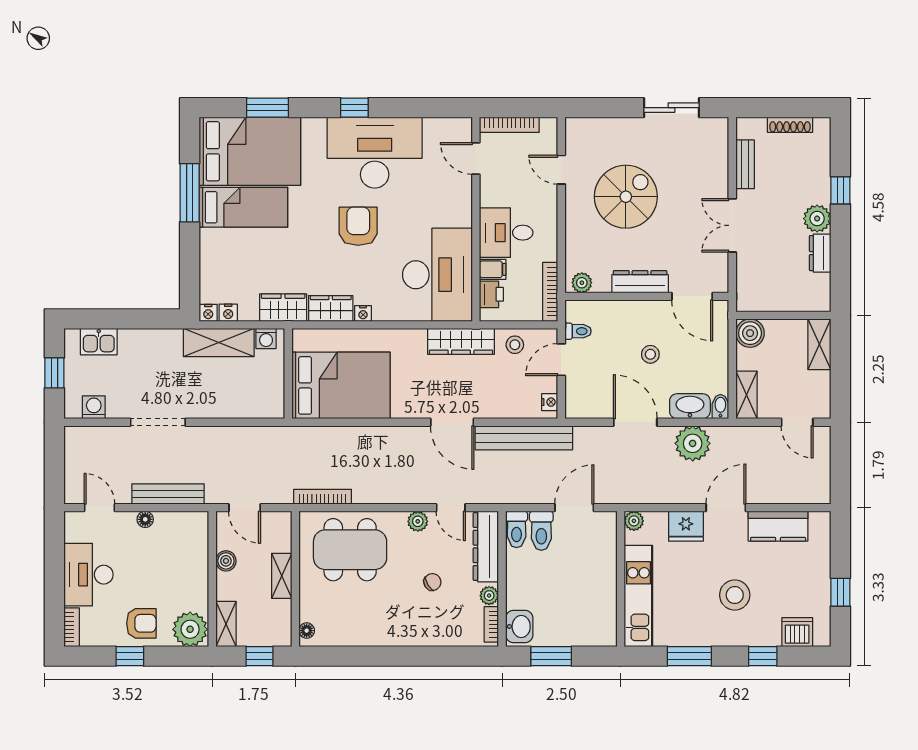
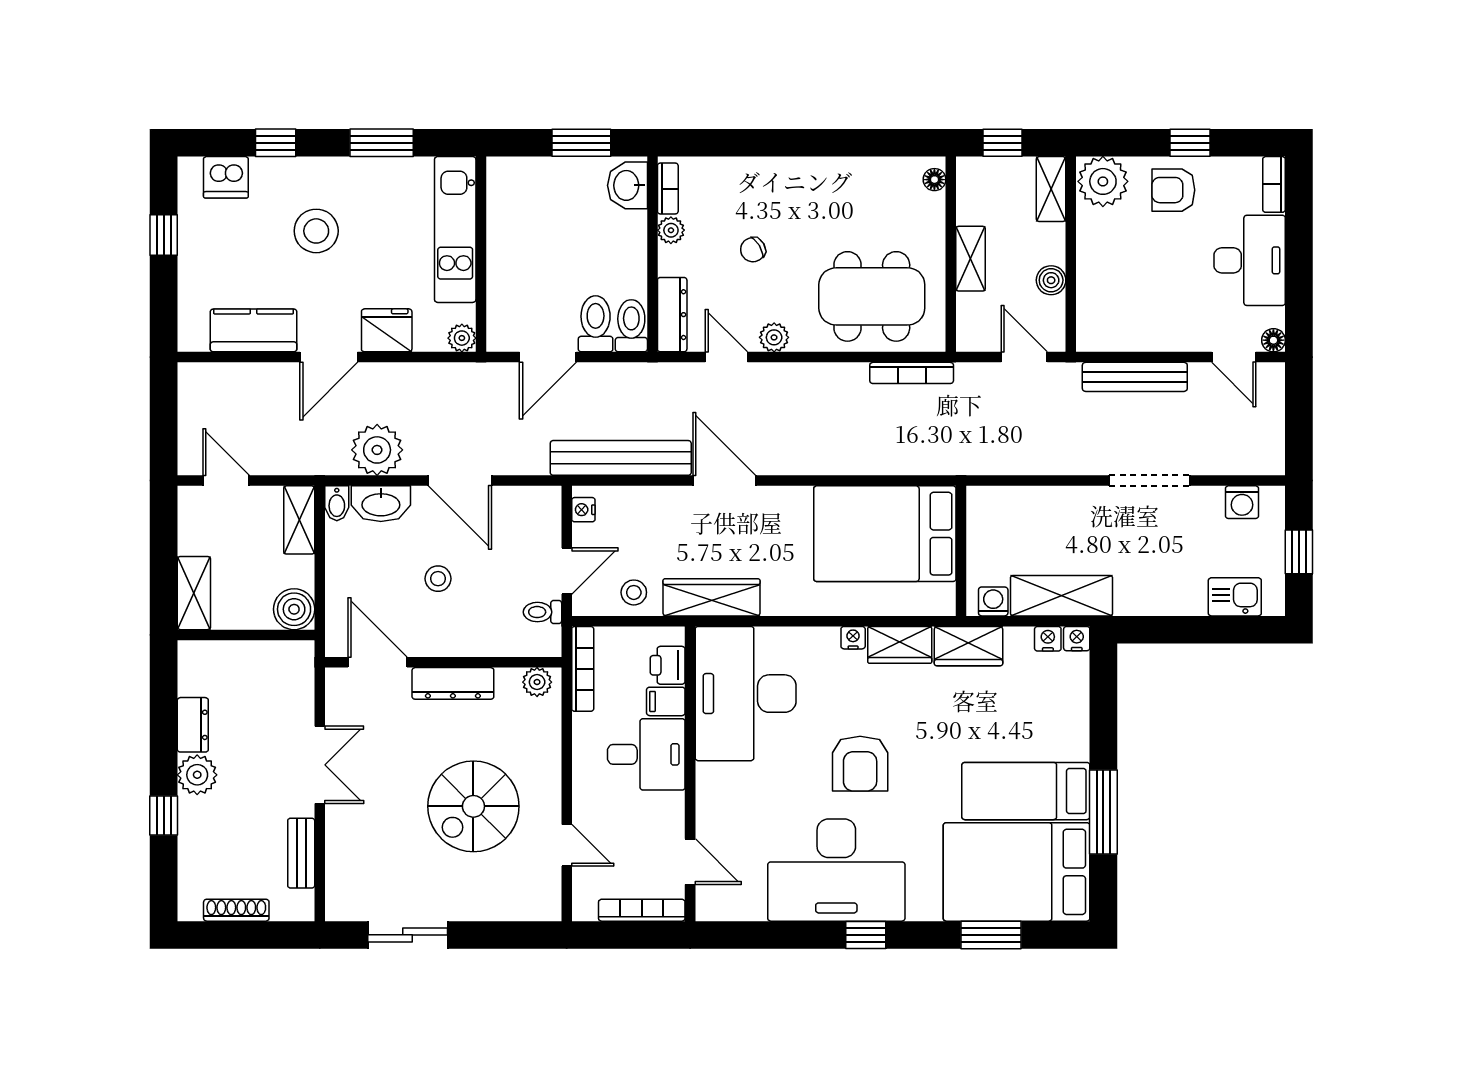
floor lamp: (145, 519) -> (1273, 340), moved
dresser: (486, 547) -> (672, 315), width x0.73, depth x0.80

